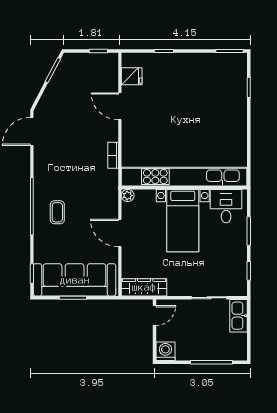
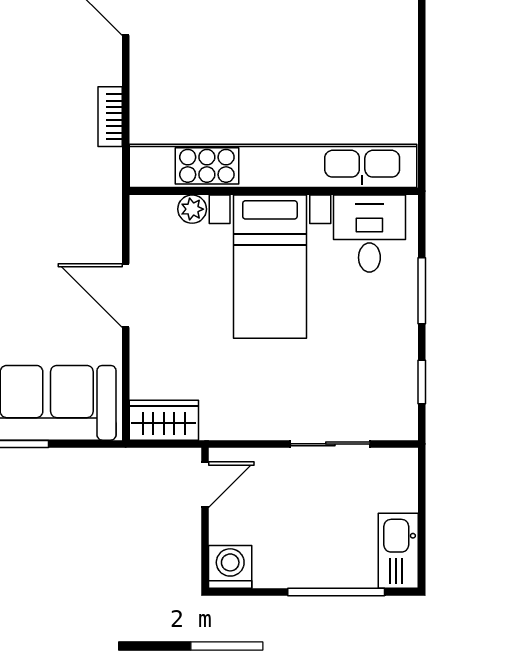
plant: (128, 195) -> (192, 209), moved
wardrobe: (144, 287) -> (164, 420), width x0.67
kitchen sink: (239, 316) -> (398, 551), moved

